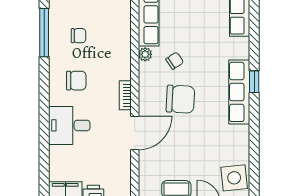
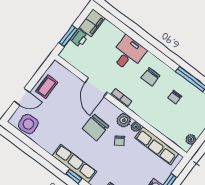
plant: (148, 73) -> (124, 120), added

